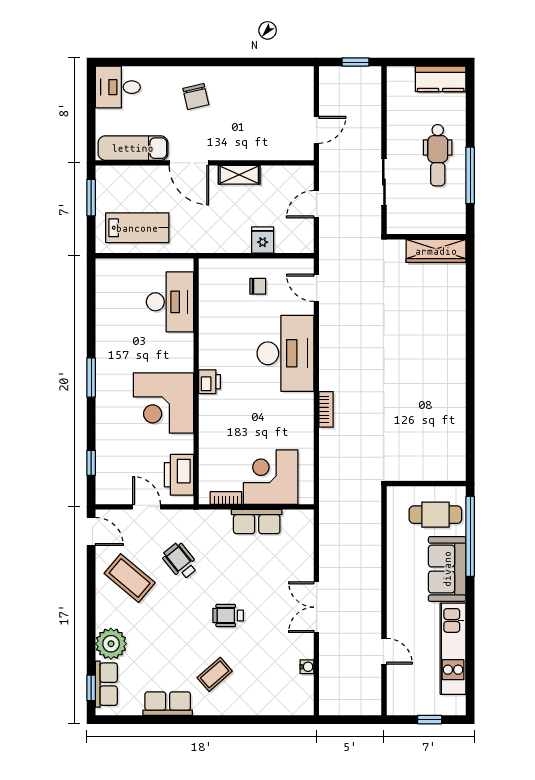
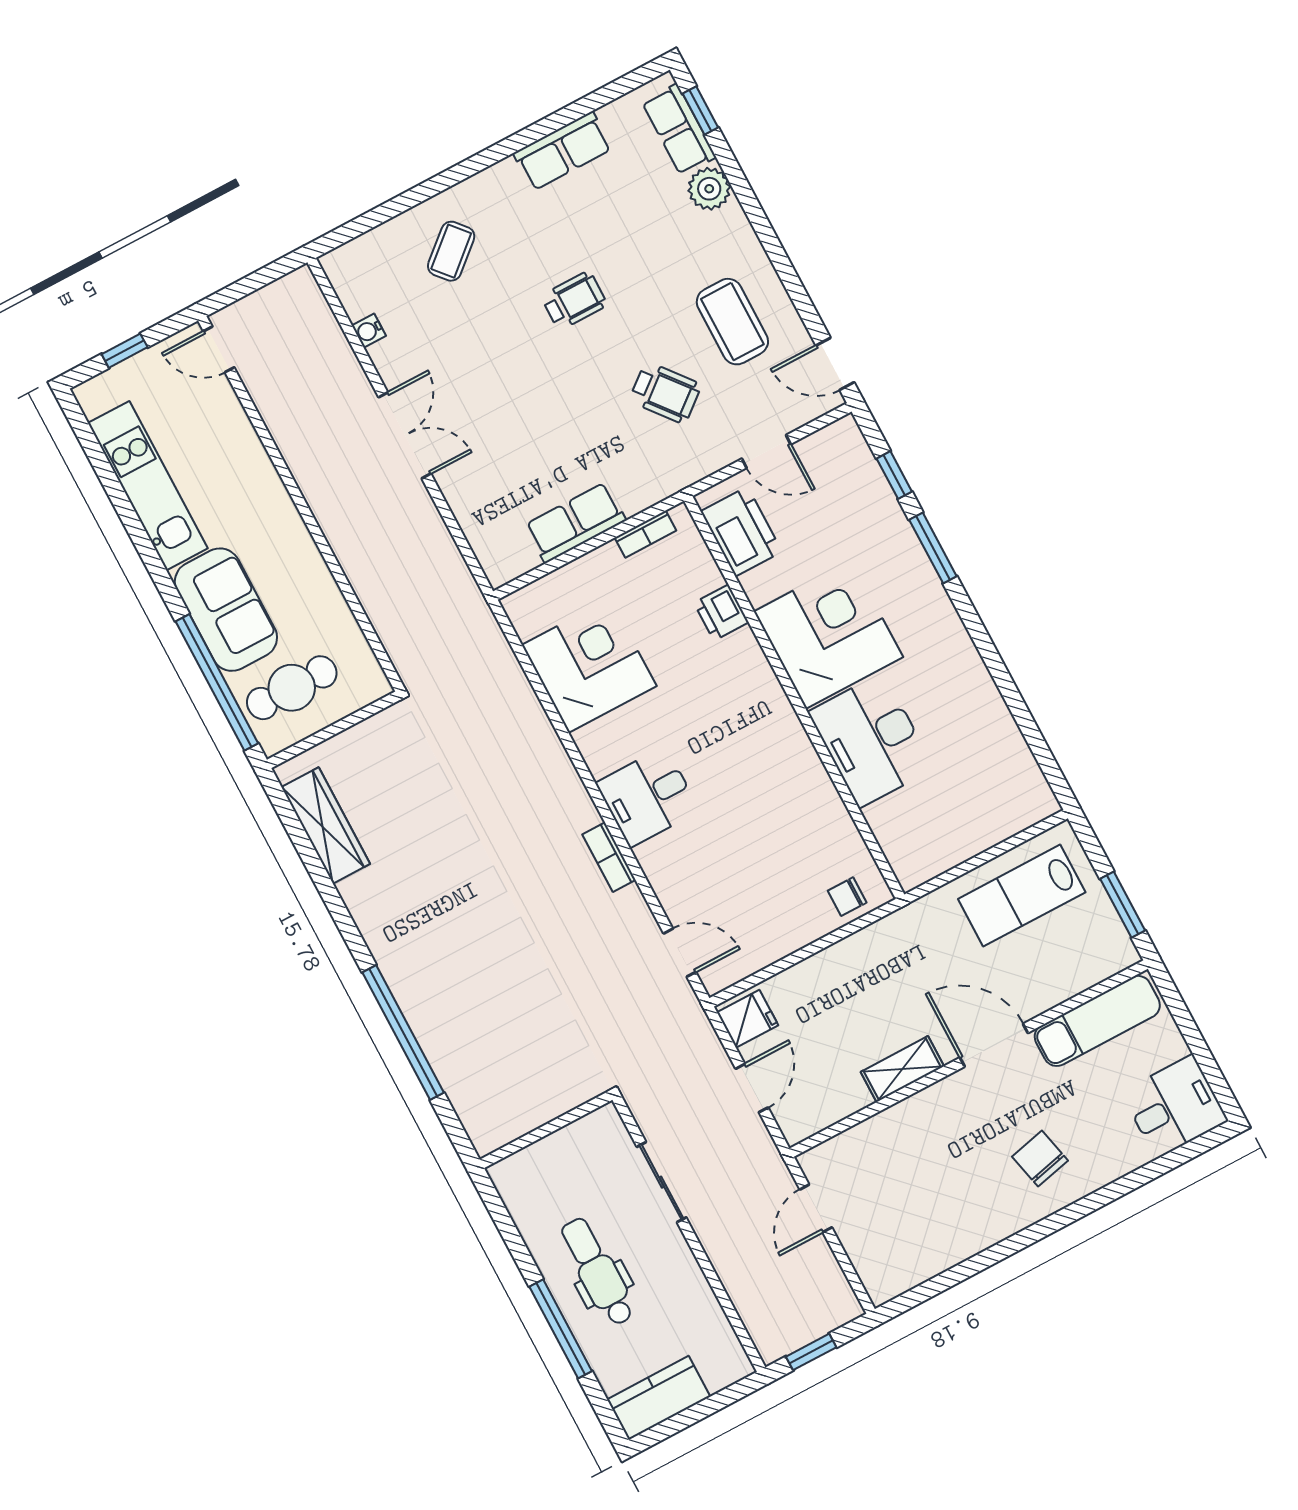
window: (470, 175) -> (561, 1329), moved
fridge: (263, 240) -> (748, 1019), moved, turned -90
wardrobe: (436, 251) -> (326, 825), moved, turned 90
chair: (258, 286) -> (847, 897), moved
desk: (170, 302) -> (871, 740), moved
window: (470, 320) -> (403, 1033), added
desk: (285, 353) -> (648, 797), width x0.53, depth x0.77
window: (91, 377) -> (933, 548), moved
printer: (209, 382) -> (721, 613), moved
bookcase: (326, 409) -> (609, 857), moved
corner desk: (271, 477) -> (589, 666), moved, turned -90
coffee table: (130, 578) -> (732, 322), turned 50
wheelchair: (228, 615) -> (574, 301), moved
plant: (111, 644) -> (709, 189), width x0.73, depth x0.73
door: (384, 651) -> (219, 349), moved
coffee table: (215, 674) -> (451, 251), moved

